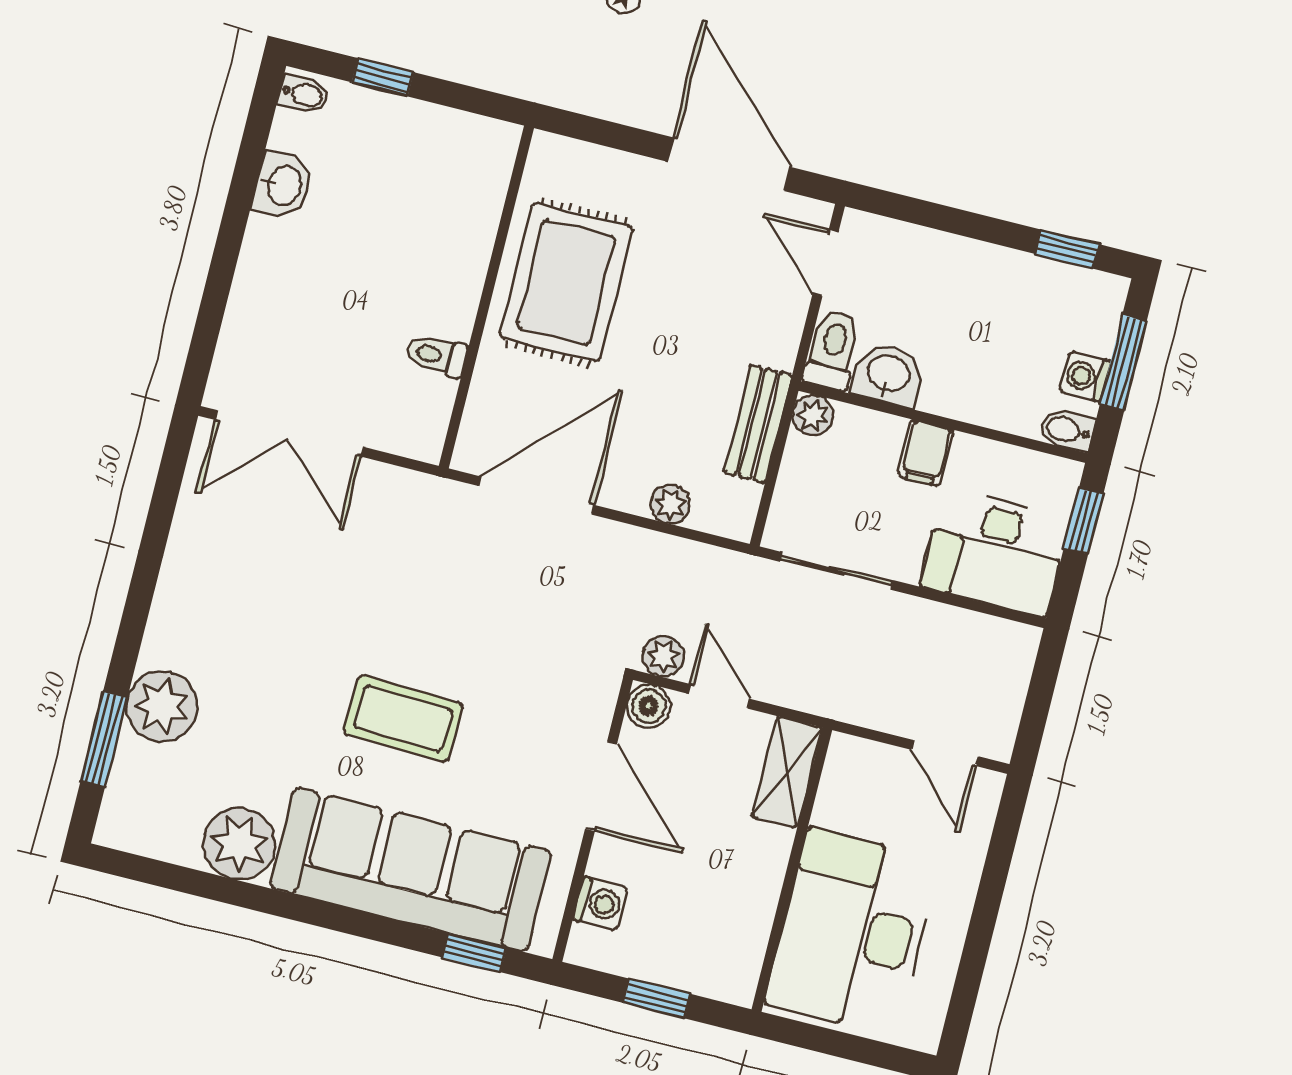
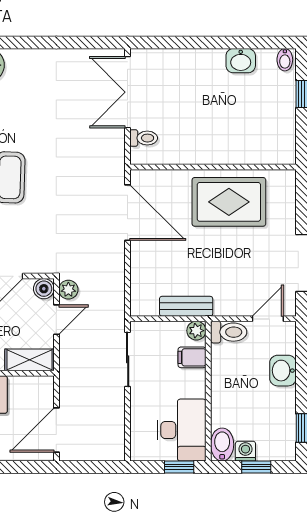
toilet: (437, 356) -> (144, 138), moved, turned 90
window: (1123, 363) -> (256, 467), width x0.67
washbasin: (888, 375) -> (283, 371), moved, turned 180
bidet: (1067, 430) -> (222, 444), width x1.38, depth x1.36
filing cabinet: (926, 453) -> (192, 357), moved
plant: (670, 504) -> (139, 275), removed
desk: (995, 552) -> (181, 430), moved, turned 180
door: (945, 753) -> (56, 430), width x1.38

